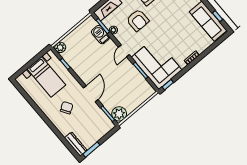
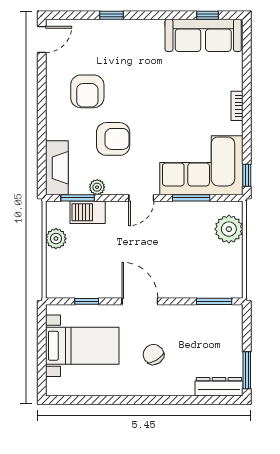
plant: (60, 47) -> (56, 239), moved
door: (124, 51) -> (141, 198), hinge flipped
door: (91, 94) -> (140, 301), moved
plant: (119, 114) -> (229, 229), moved

